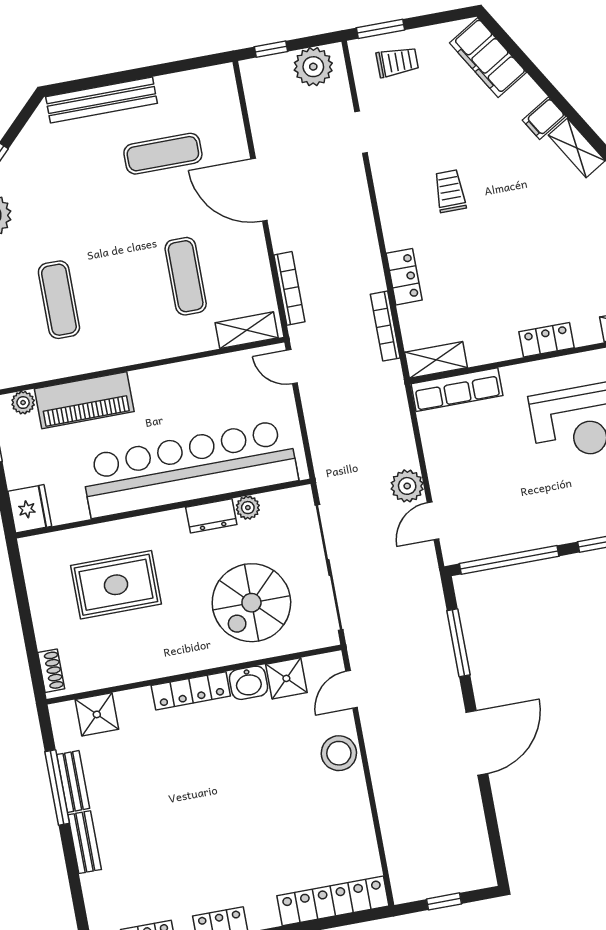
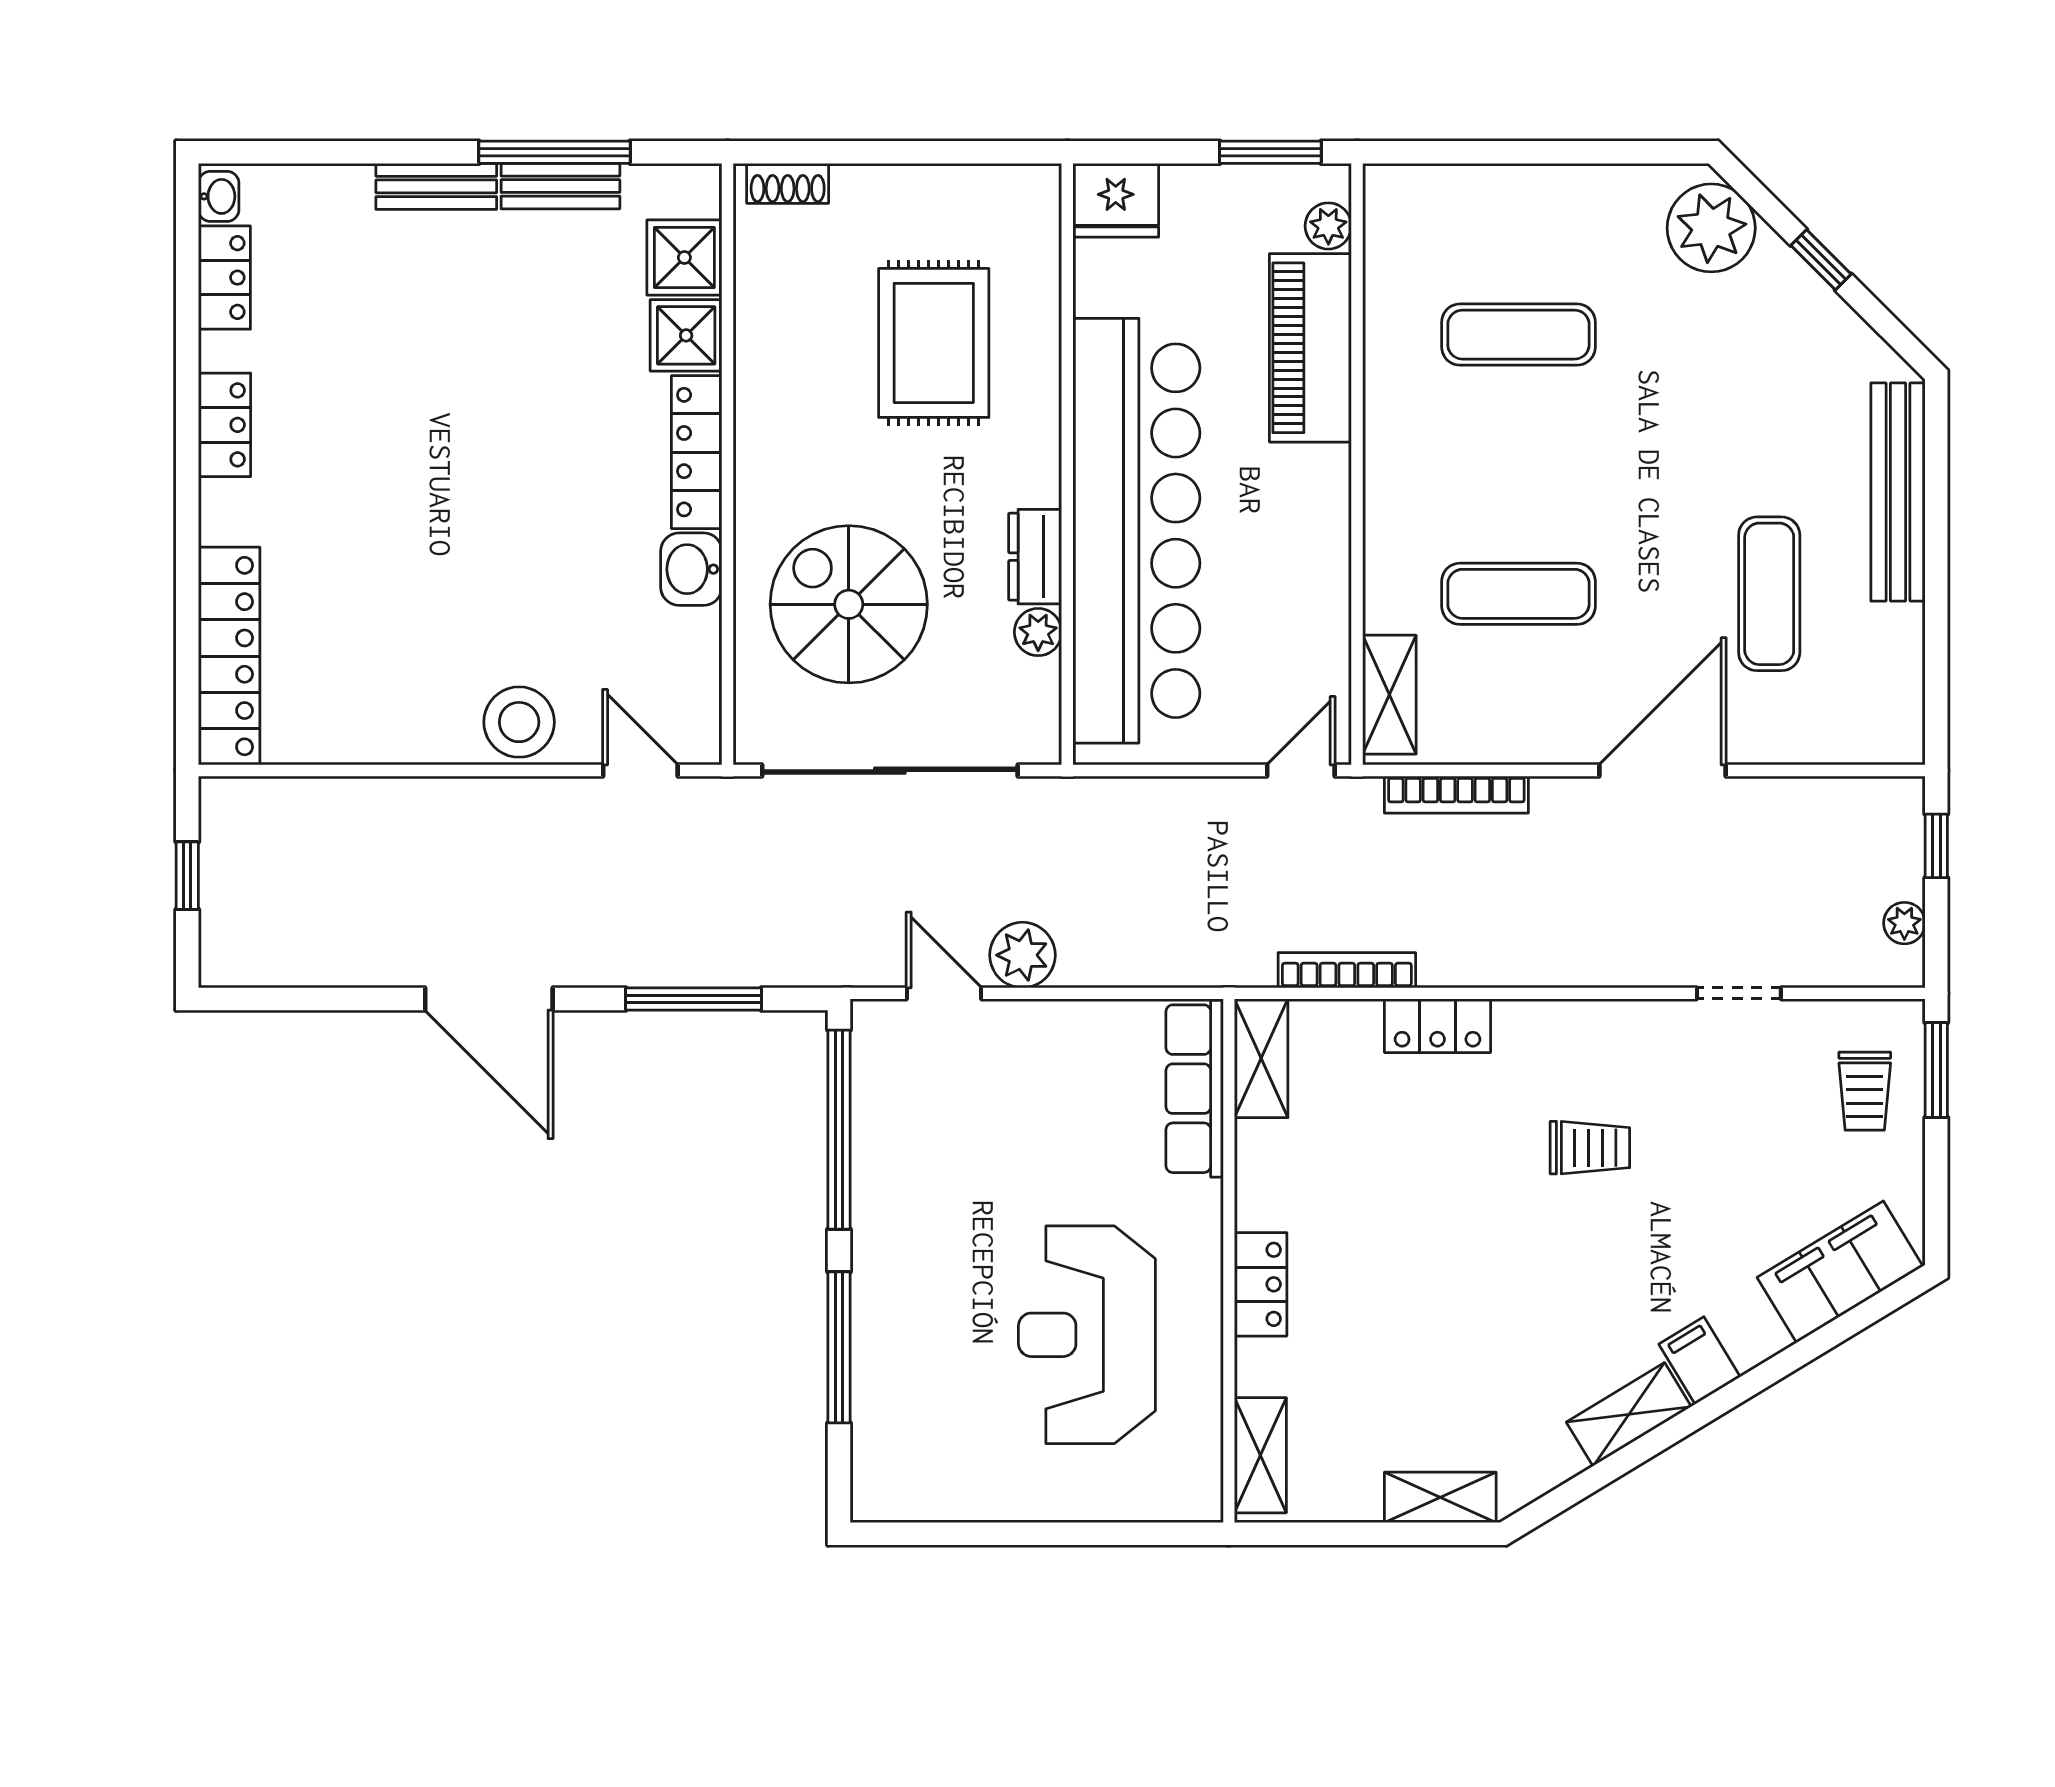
plant: (313, 67) -> (1904, 923), width x0.53, depth x0.53
shower: (286, 678) -> (686, 335), moved

